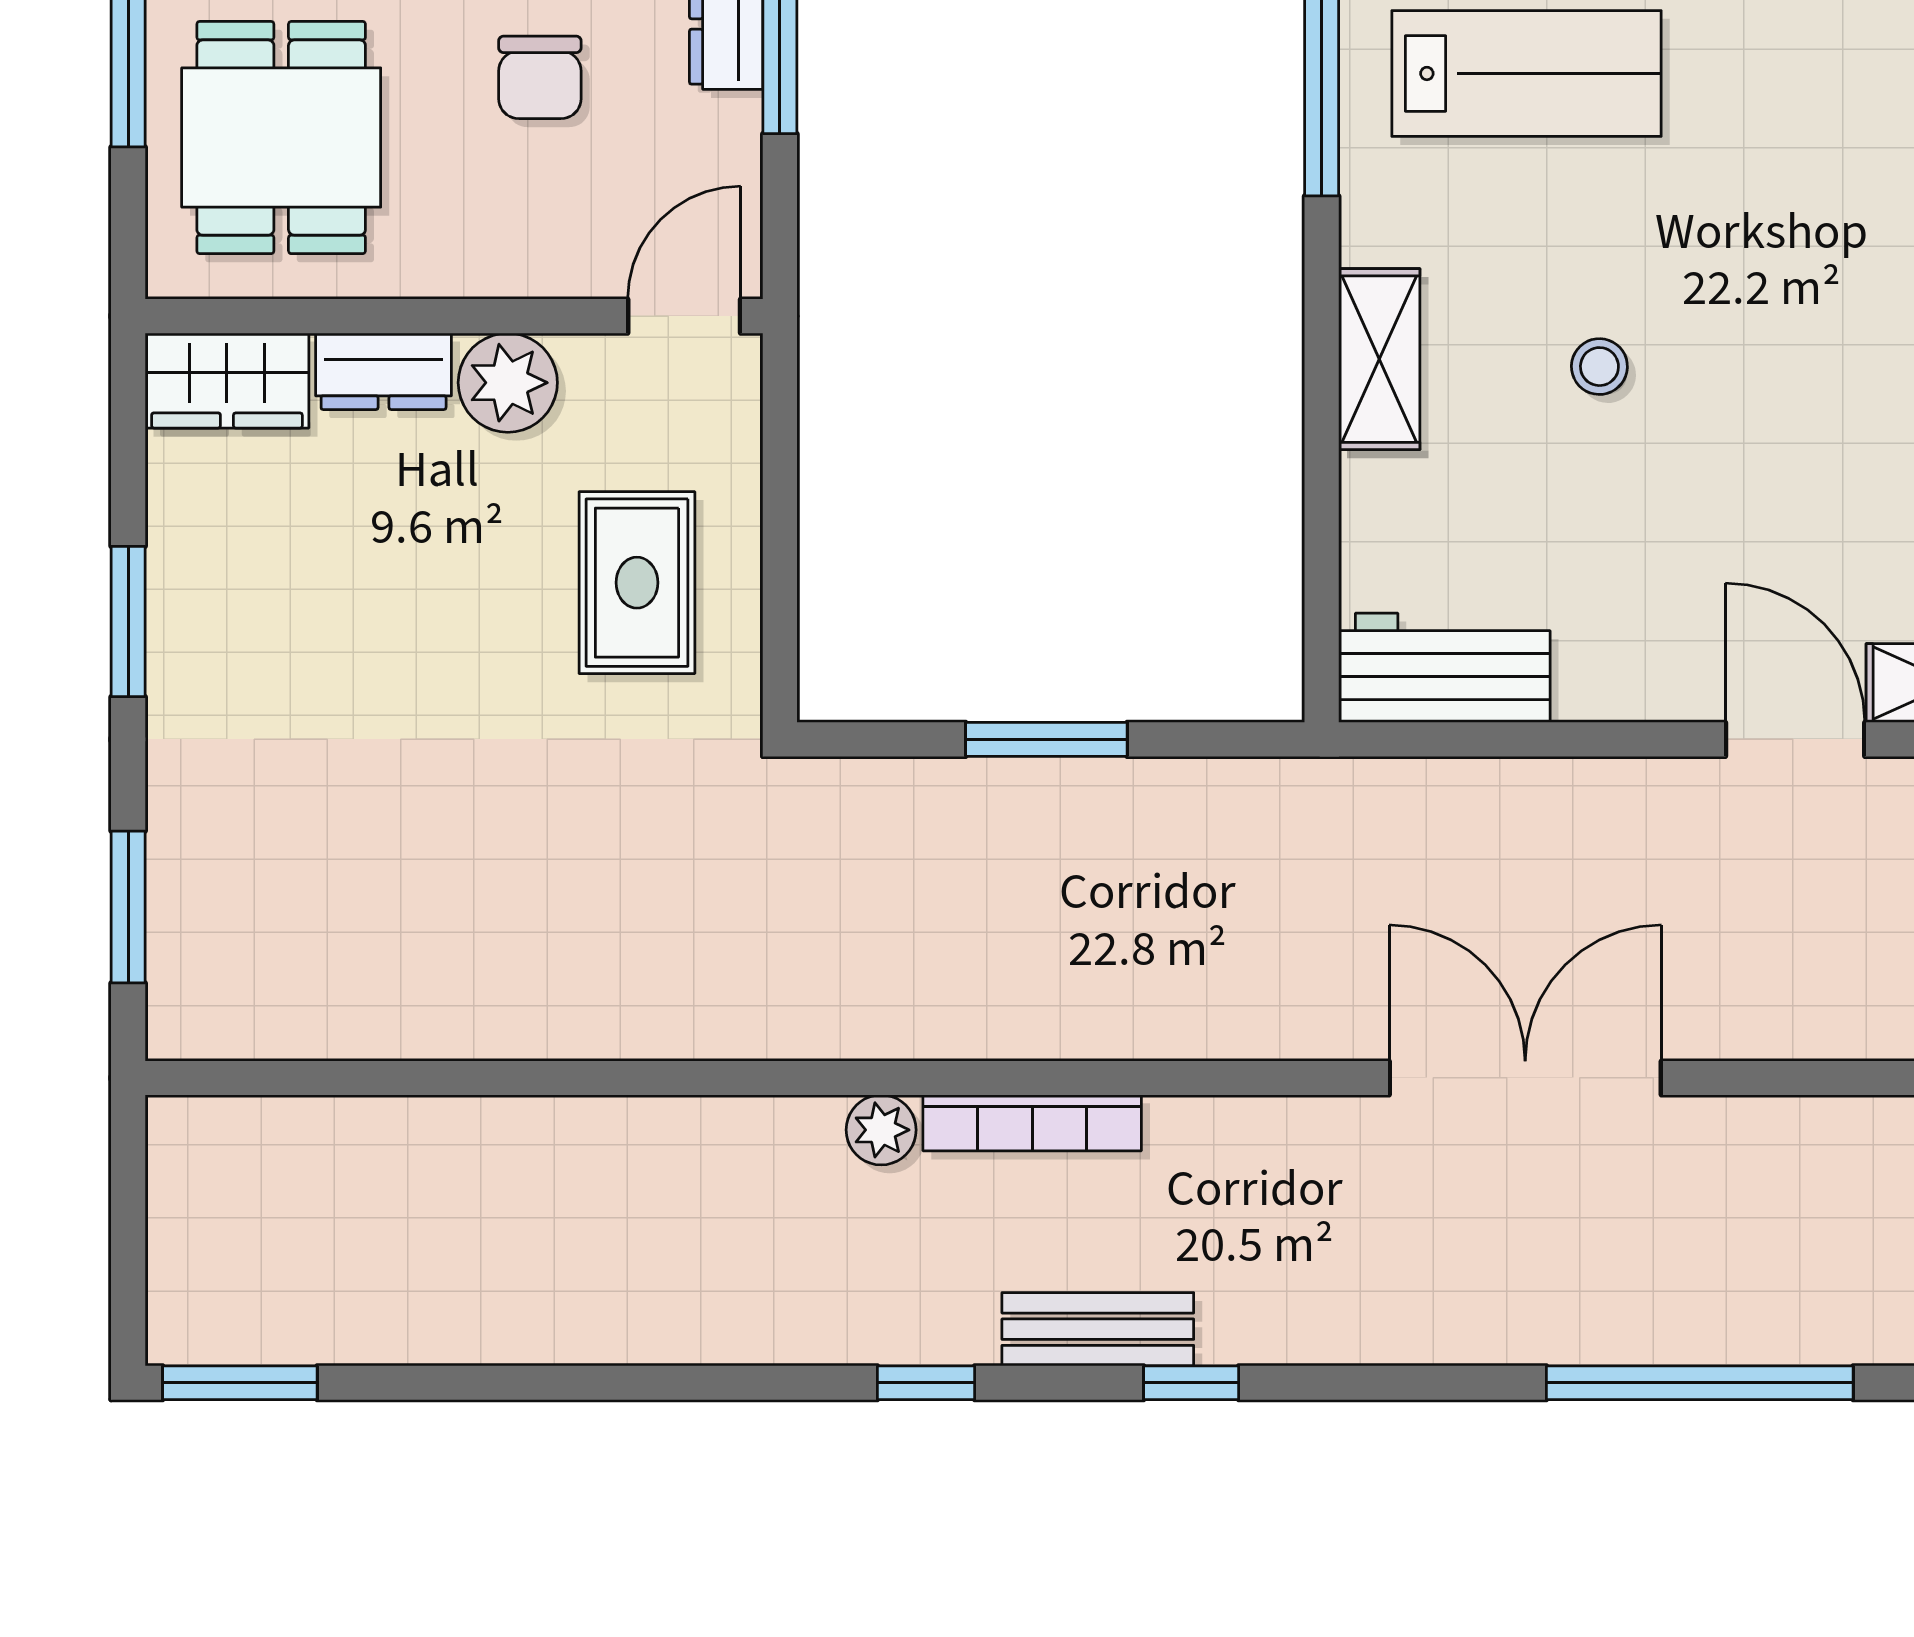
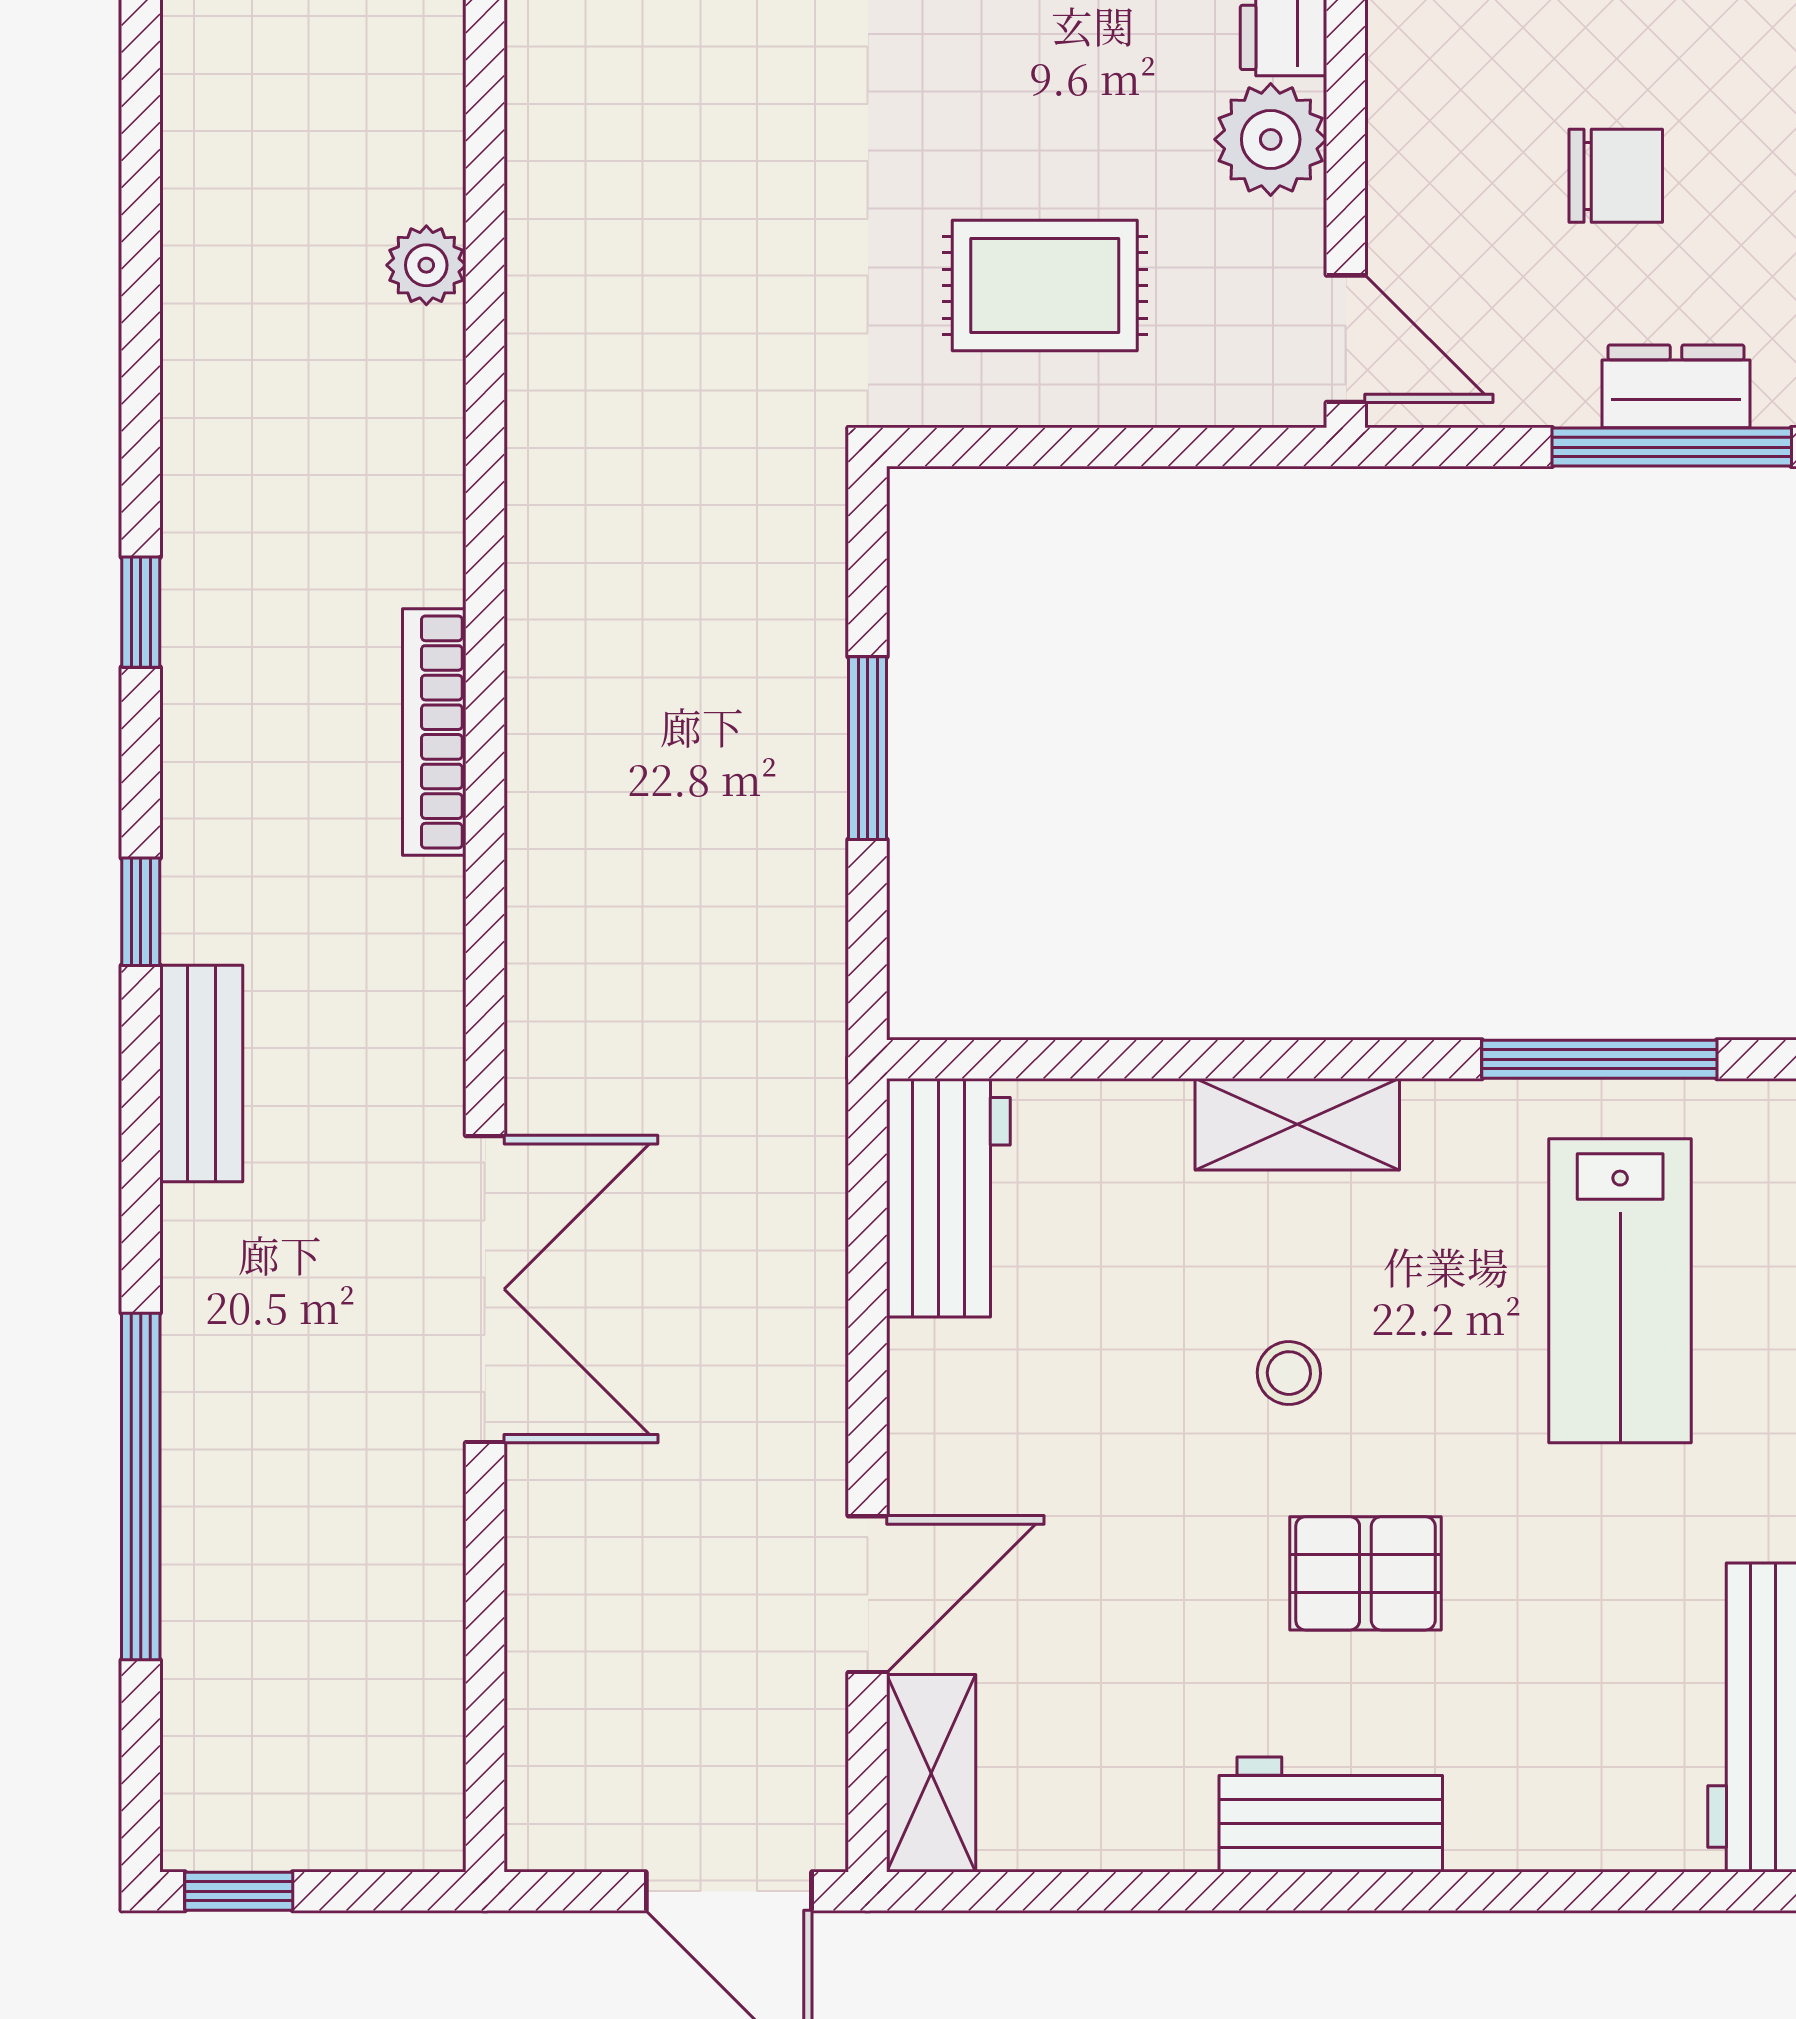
chair: (540, 77) -> (1616, 176), turned 180
pallet: (1777, 299) -> (1365, 1573), added
plant: (881, 1130) -> (426, 265), moved
bench: (1098, 1329) -> (201, 1074), moved

